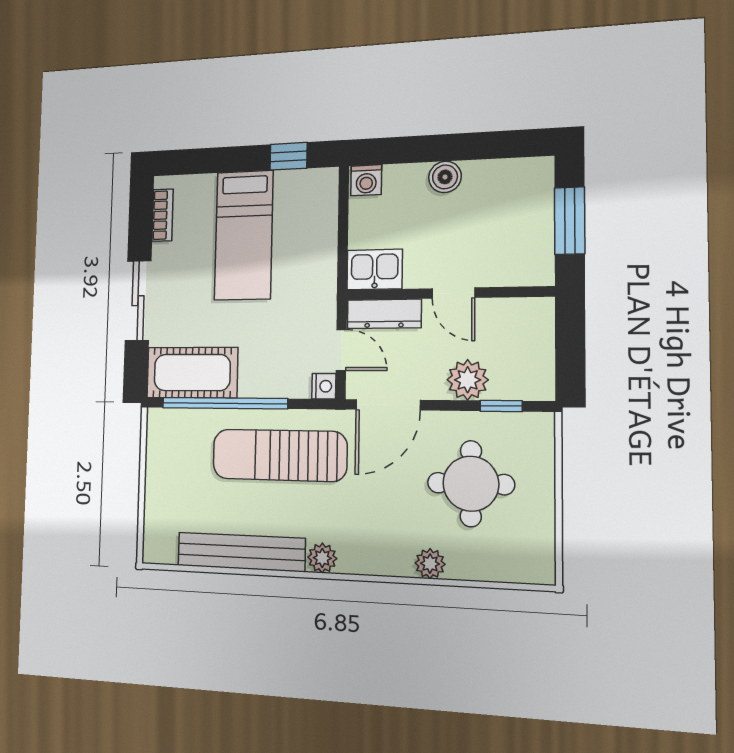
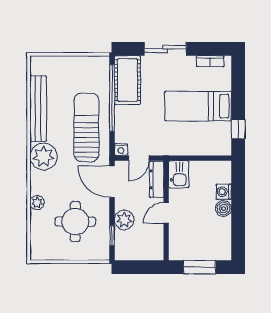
washing machine: (366, 180) -> (224, 192), moved
plant: (322, 558) -> (44, 156), width x1.87, depth x1.87

